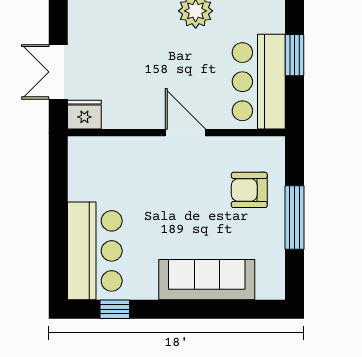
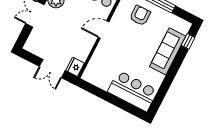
armchair: (249, 190) -> (140, 15), turned 180
window: (115, 309) -> (188, 41), moved

